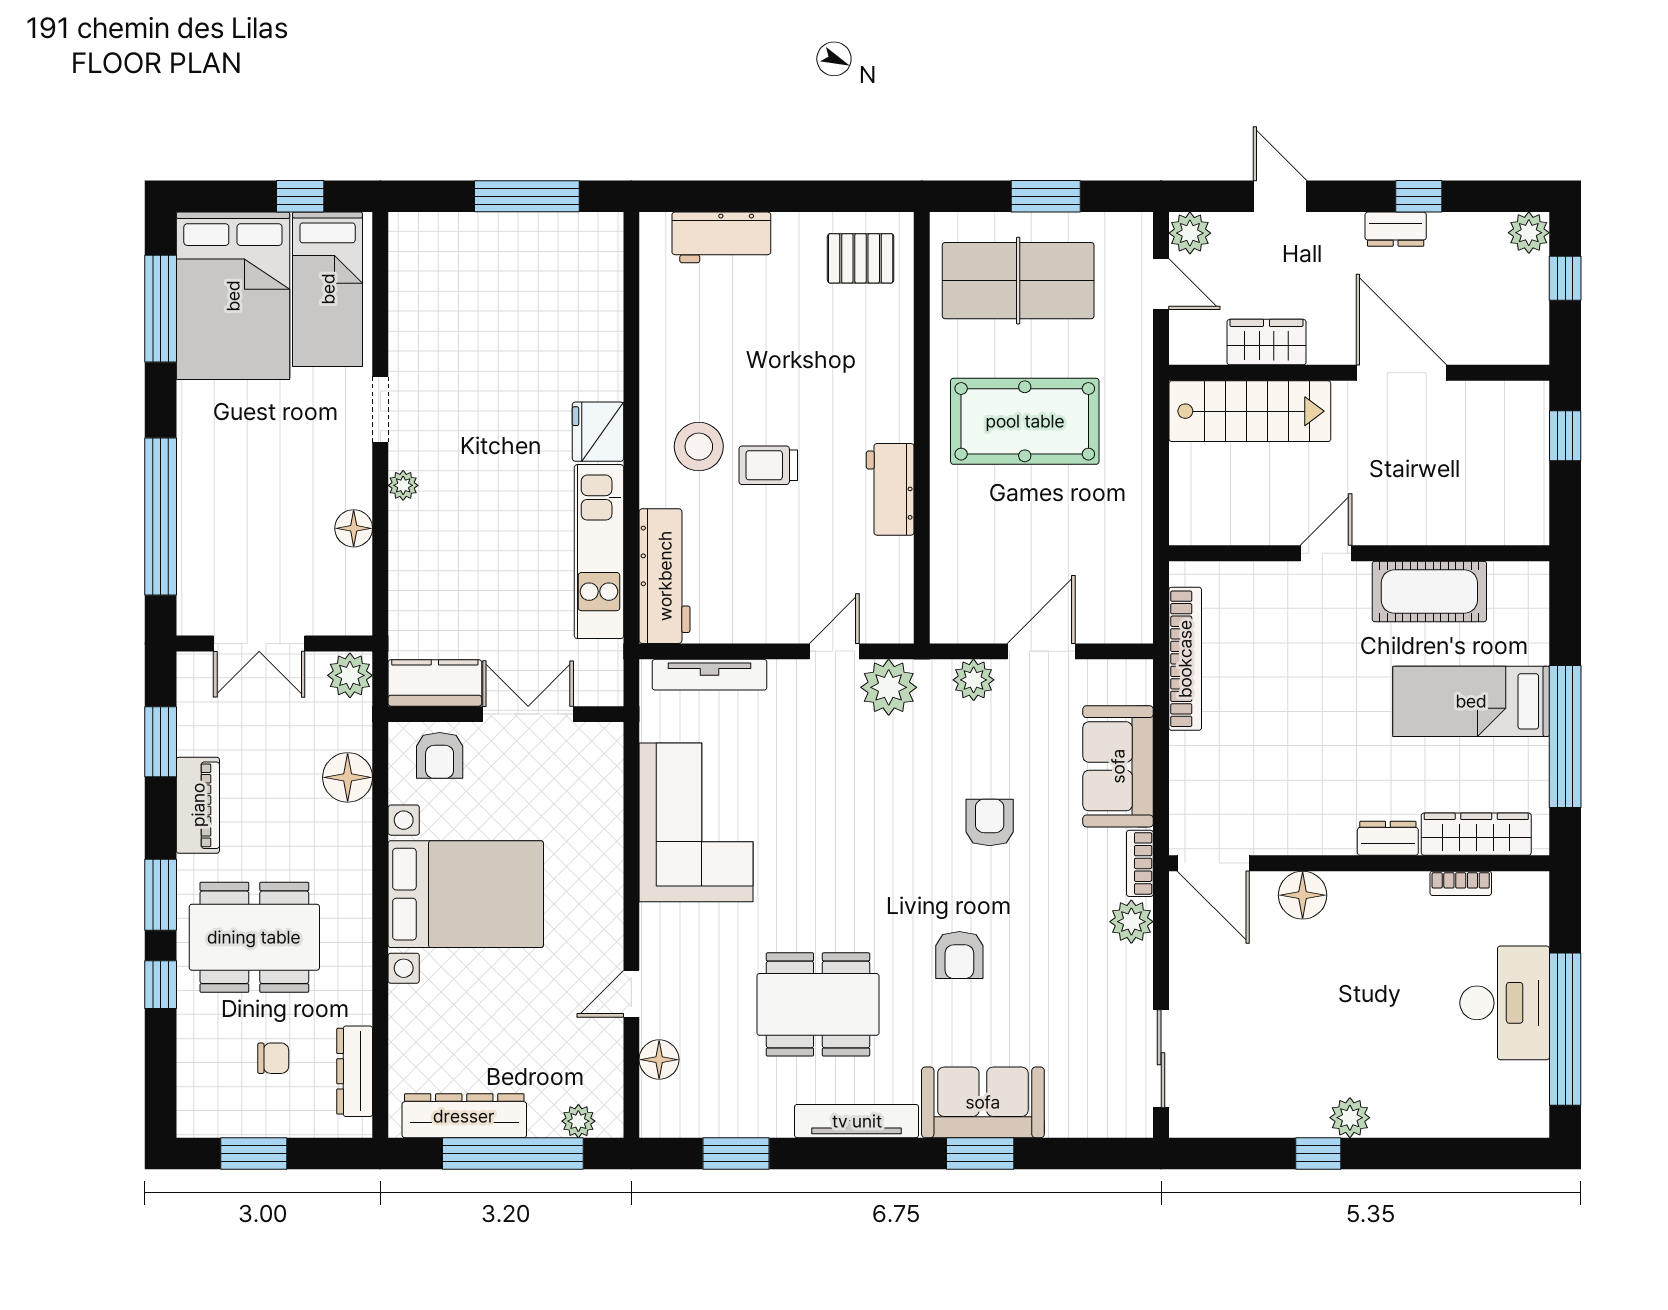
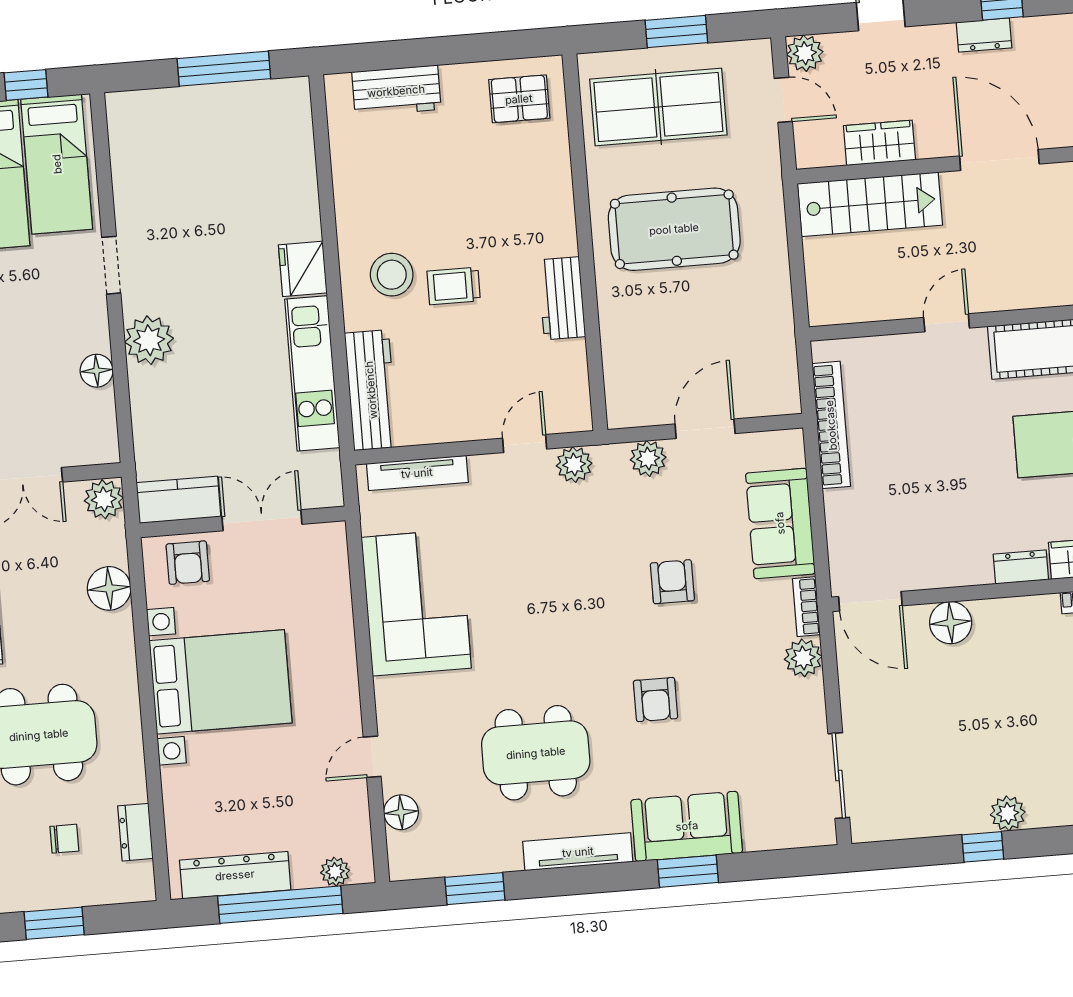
plant: (403, 485) -> (149, 340), width x1.88, depth x1.88
plant: (889, 687) -> (574, 465), width x0.73, depth x0.73
dresser: (355, 1071) -> (135, 832), width x0.70

